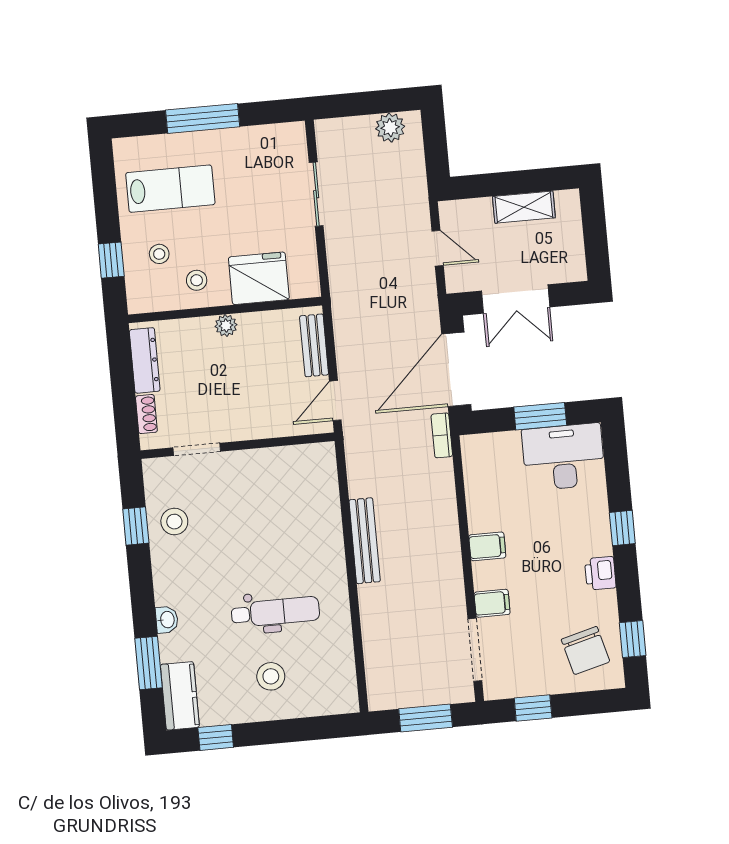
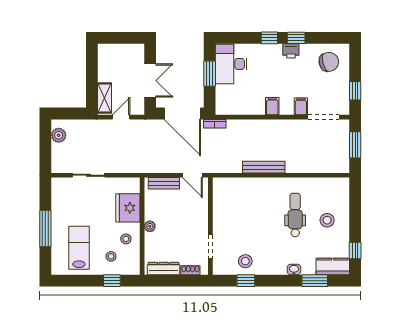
shelving: (524, 207) -> (105, 98), moved
window: (633, 639) -> (296, 38), moved

